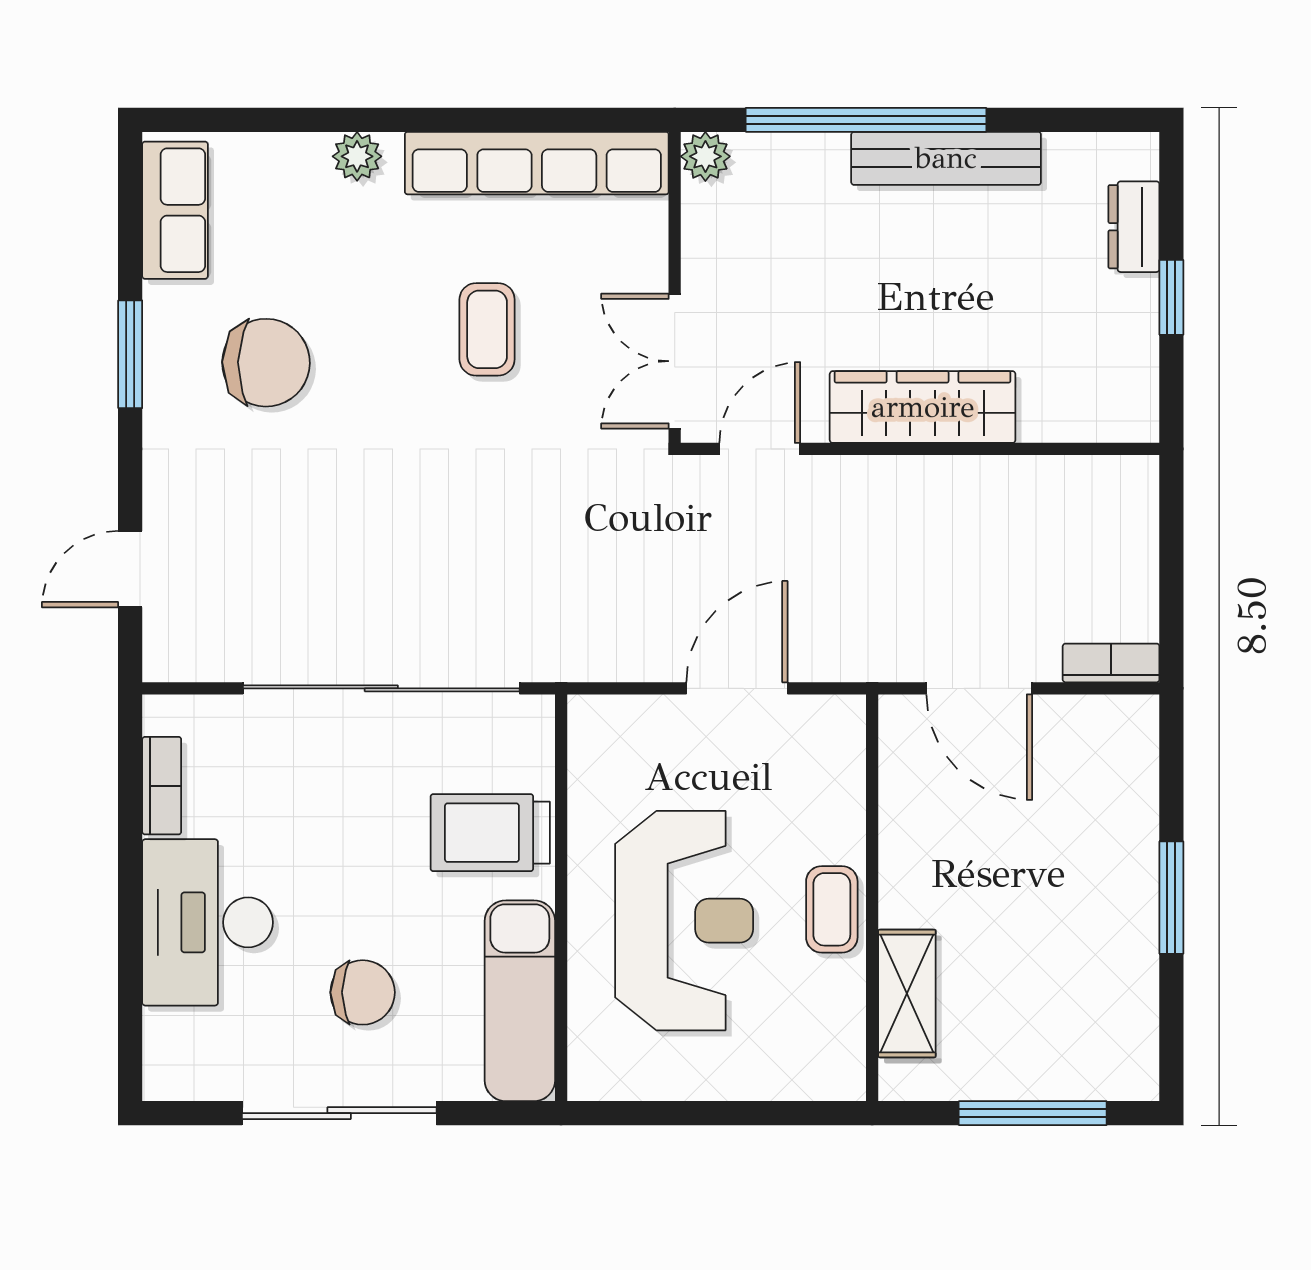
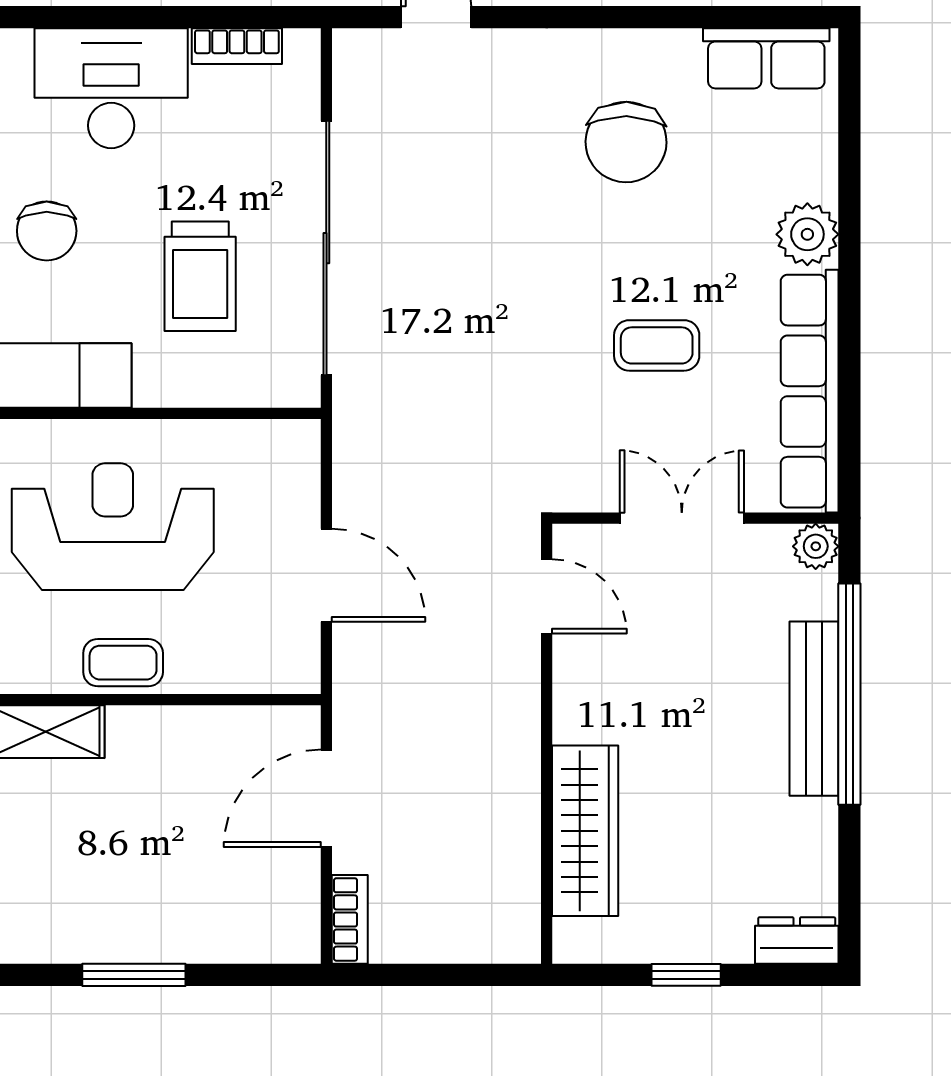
plant: (357, 156) -> (807, 234), width x1.38, depth x1.38
bench: (946, 158) -> (814, 709), moved
dresser: (1134, 227) -> (797, 941), moved
window: (130, 354) -> (634, 17), removed
double door: (675, 361) -> (682, 518), moved
wardrobe: (923, 407) -> (585, 831), moved
trolley: (490, 833) -> (200, 276), moved, turned 180
reception desk: (684, 921) -> (113, 527), turned 180

